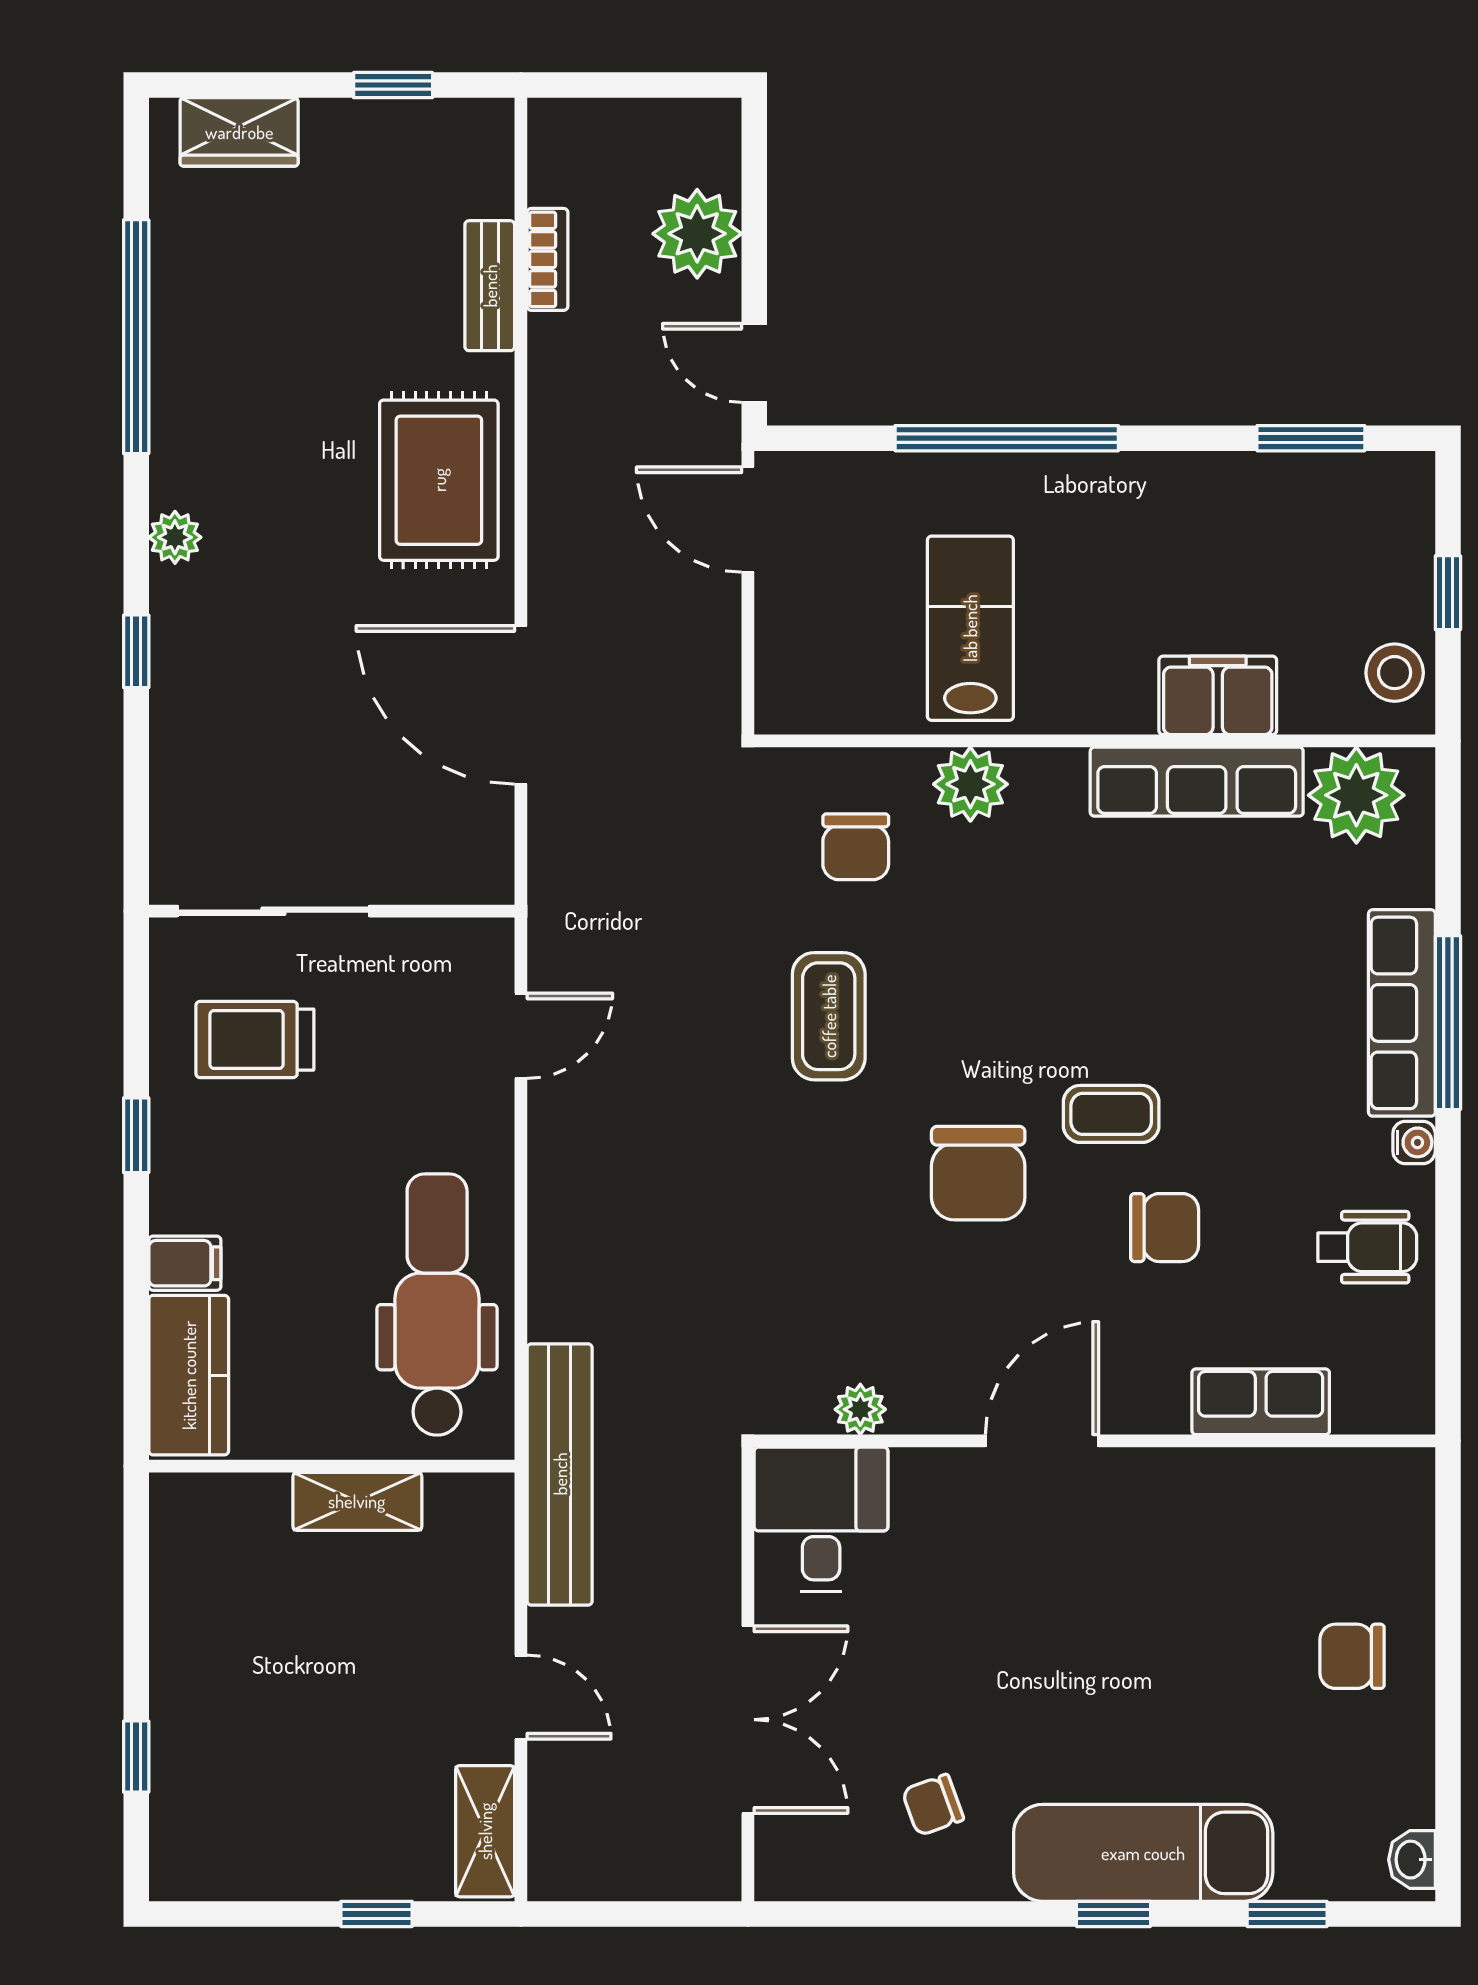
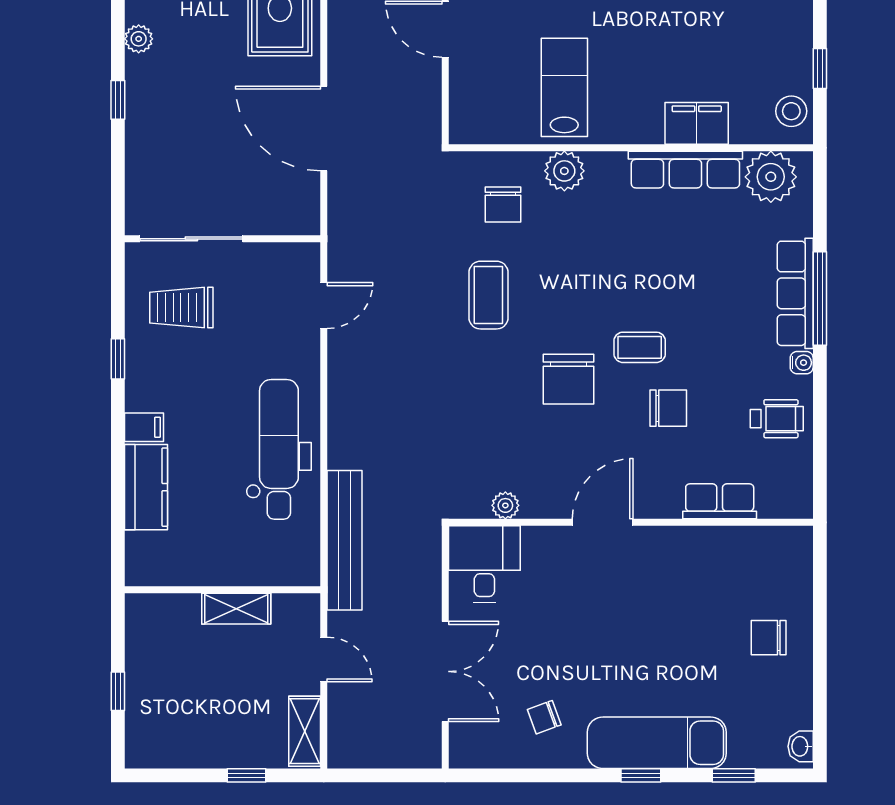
wall: (332, 1466) -> (223, 590), moved
shelving: (357, 1501) -> (236, 609), moved

